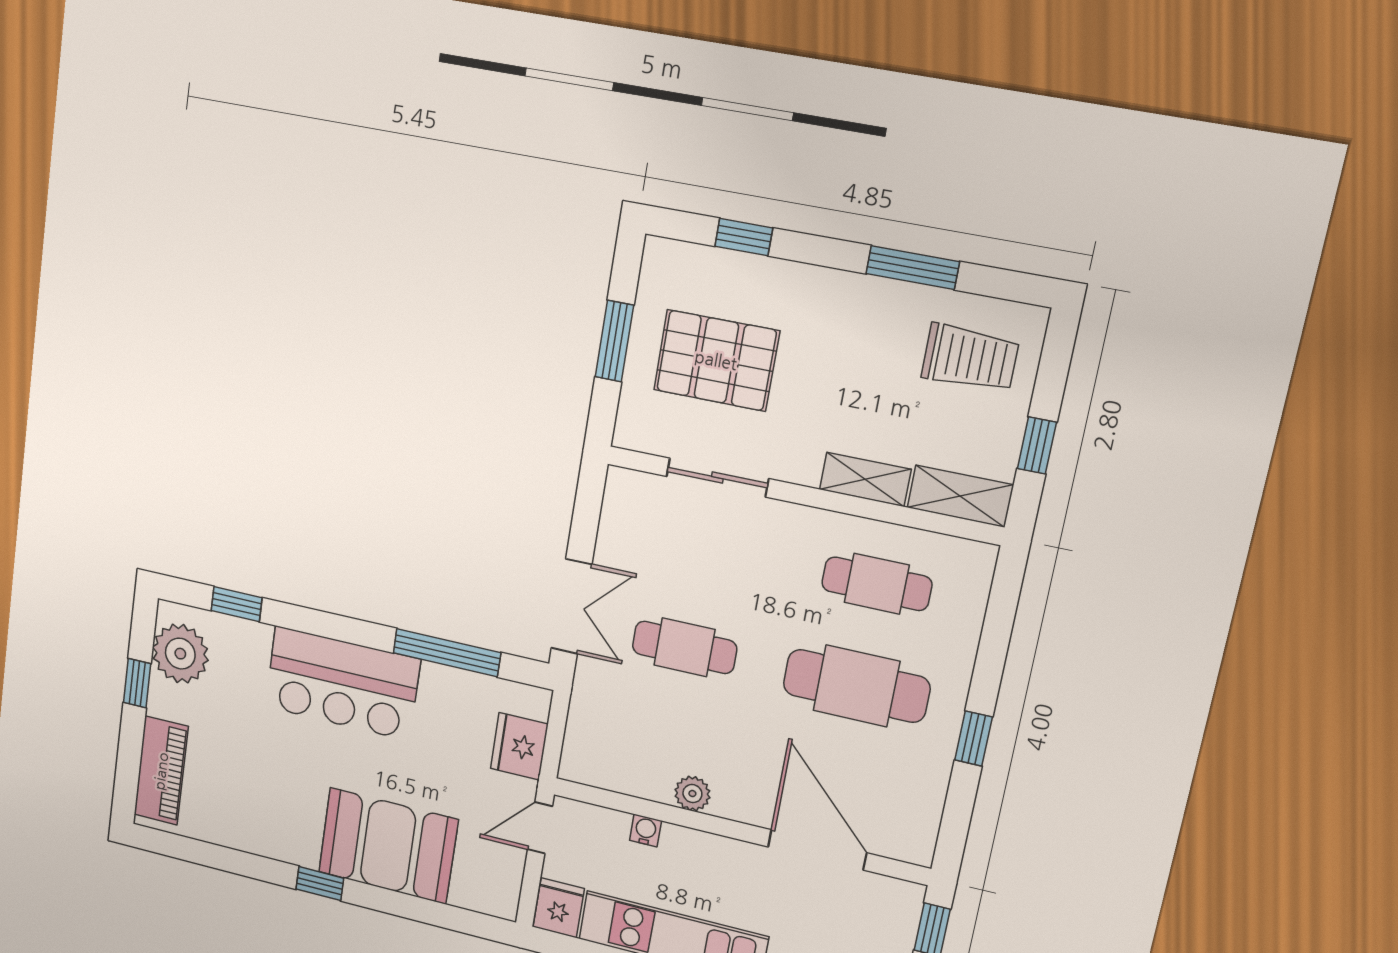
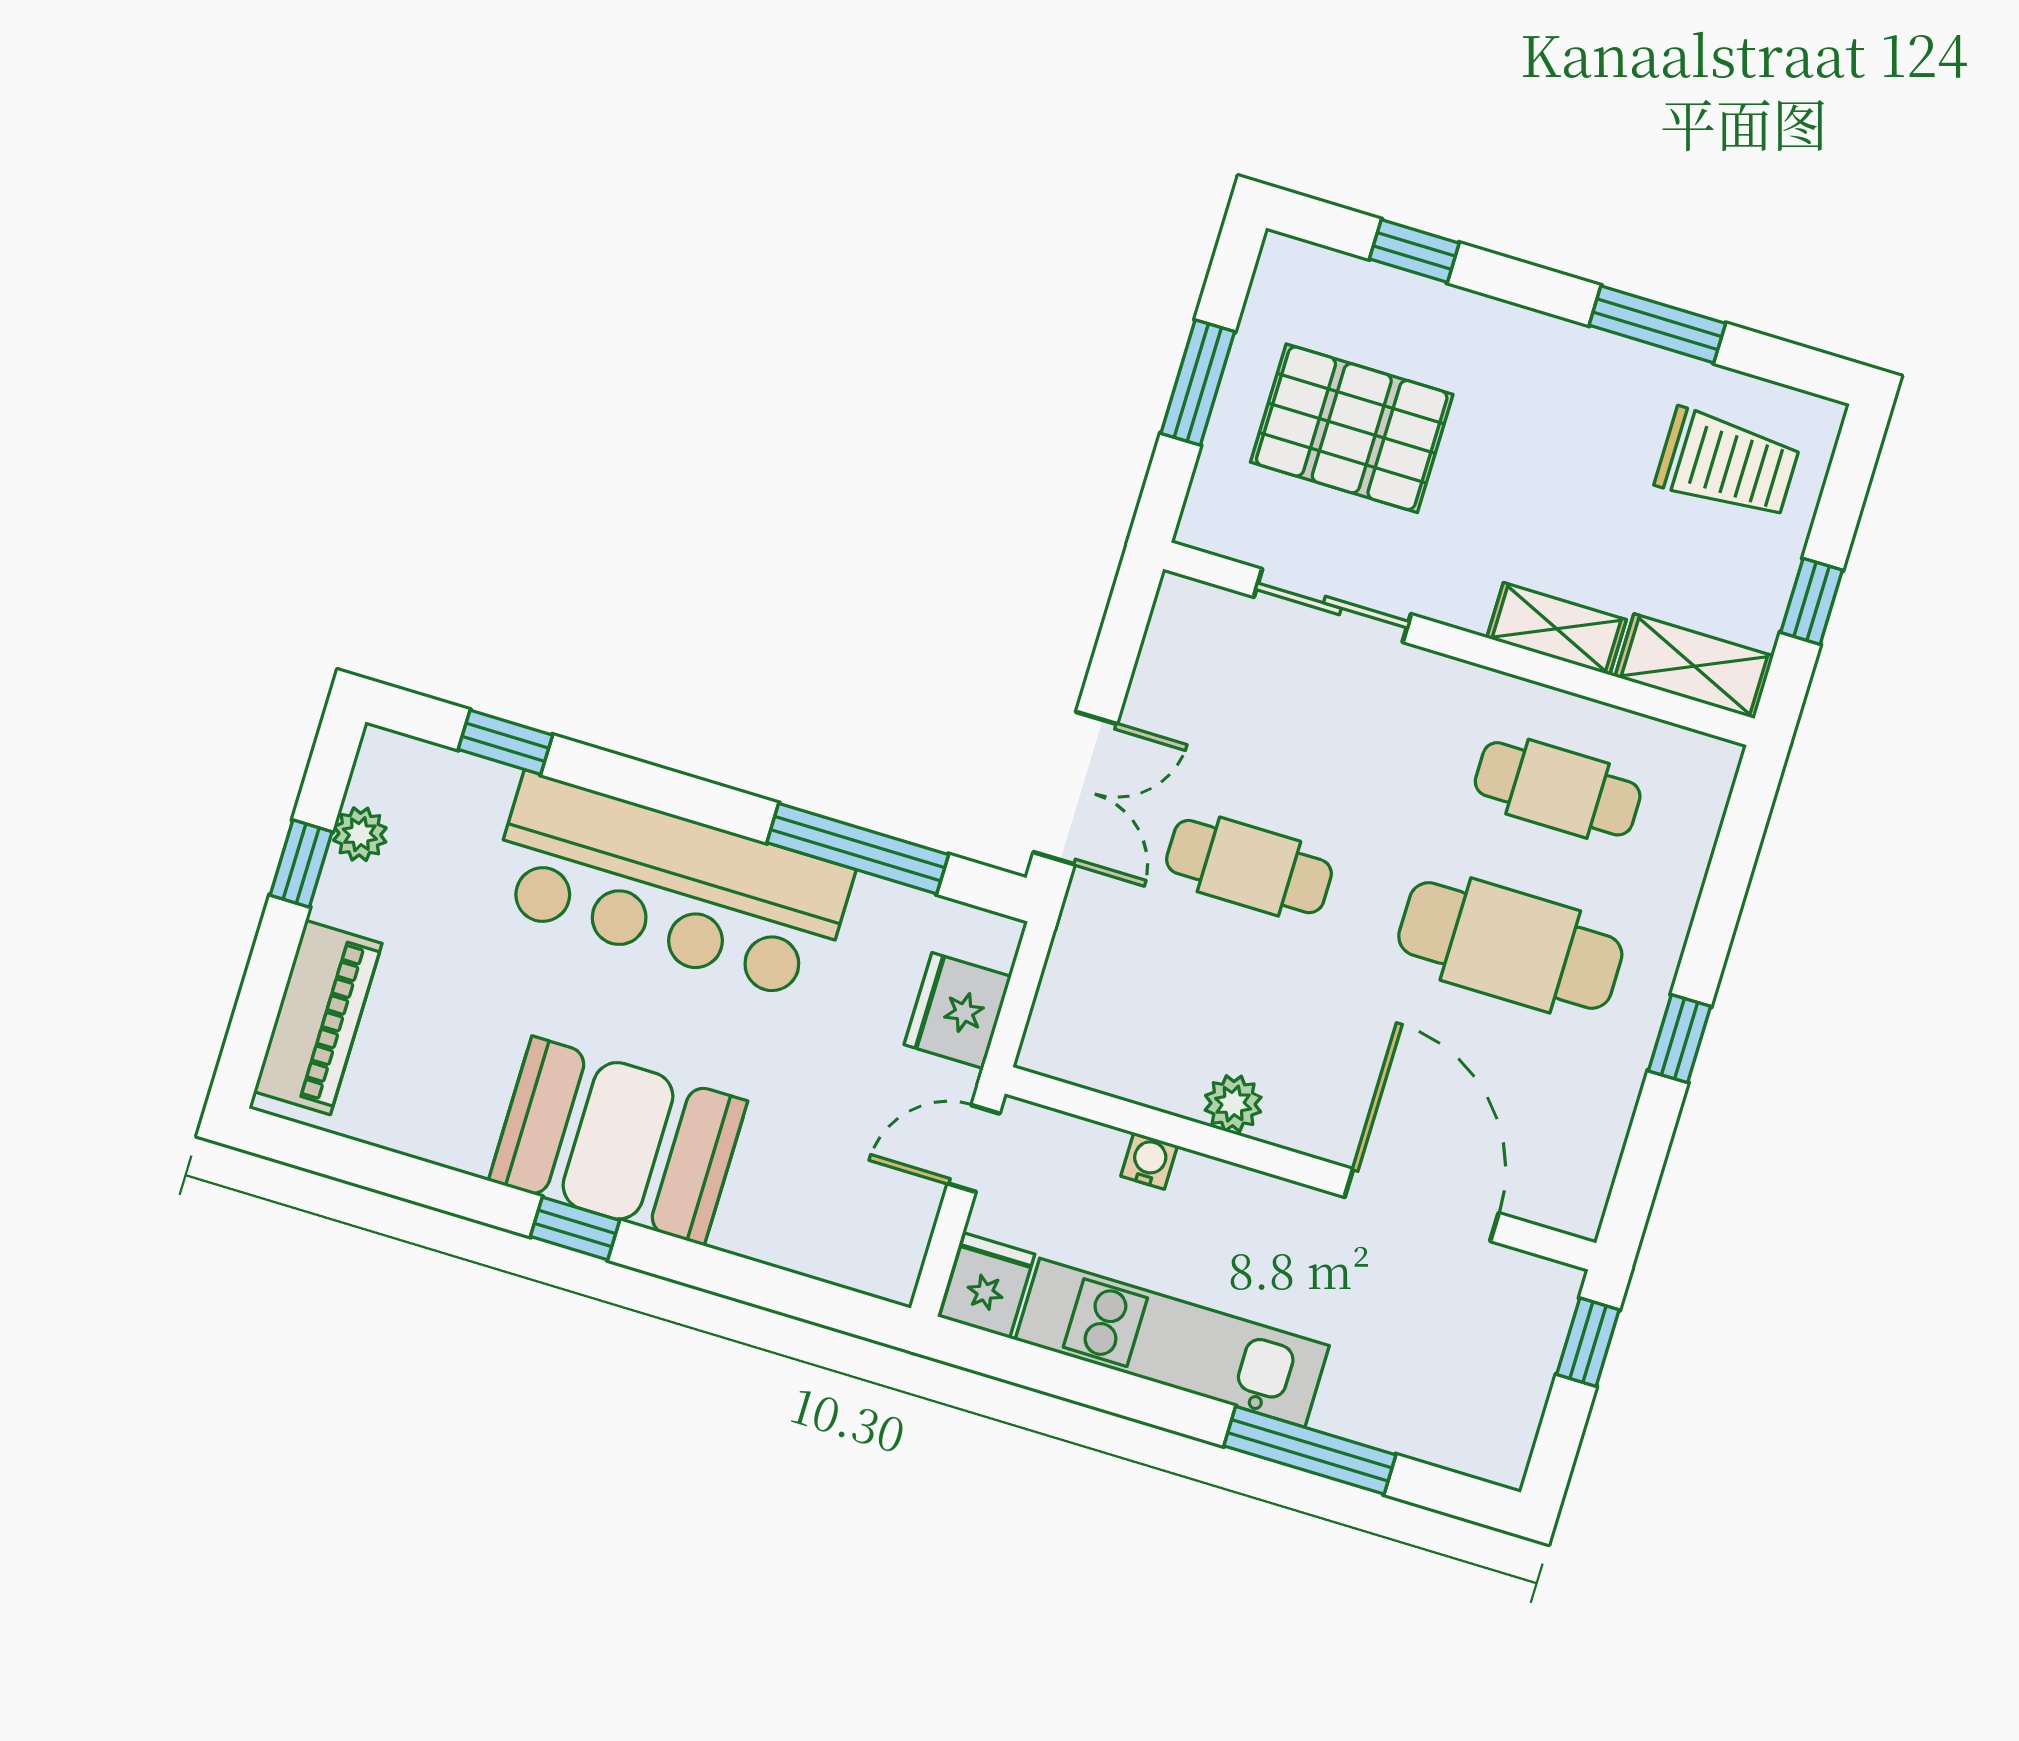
plant: (180, 654) -> (360, 834), width x0.53, depth x0.53
bar counter: (342, 683) -> (670, 887), width x1.36
booth: (388, 846) -> (618, 1141), moved

